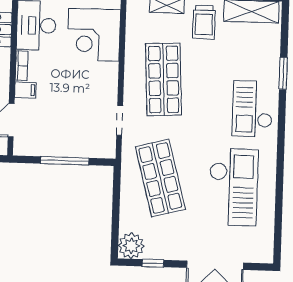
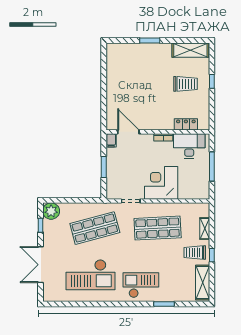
corner desk: (94, 35) -> (161, 183), moved
filing cabinet: (25, 90) -> (111, 140), moved
window: (65, 161) -> (104, 167), width x0.69

